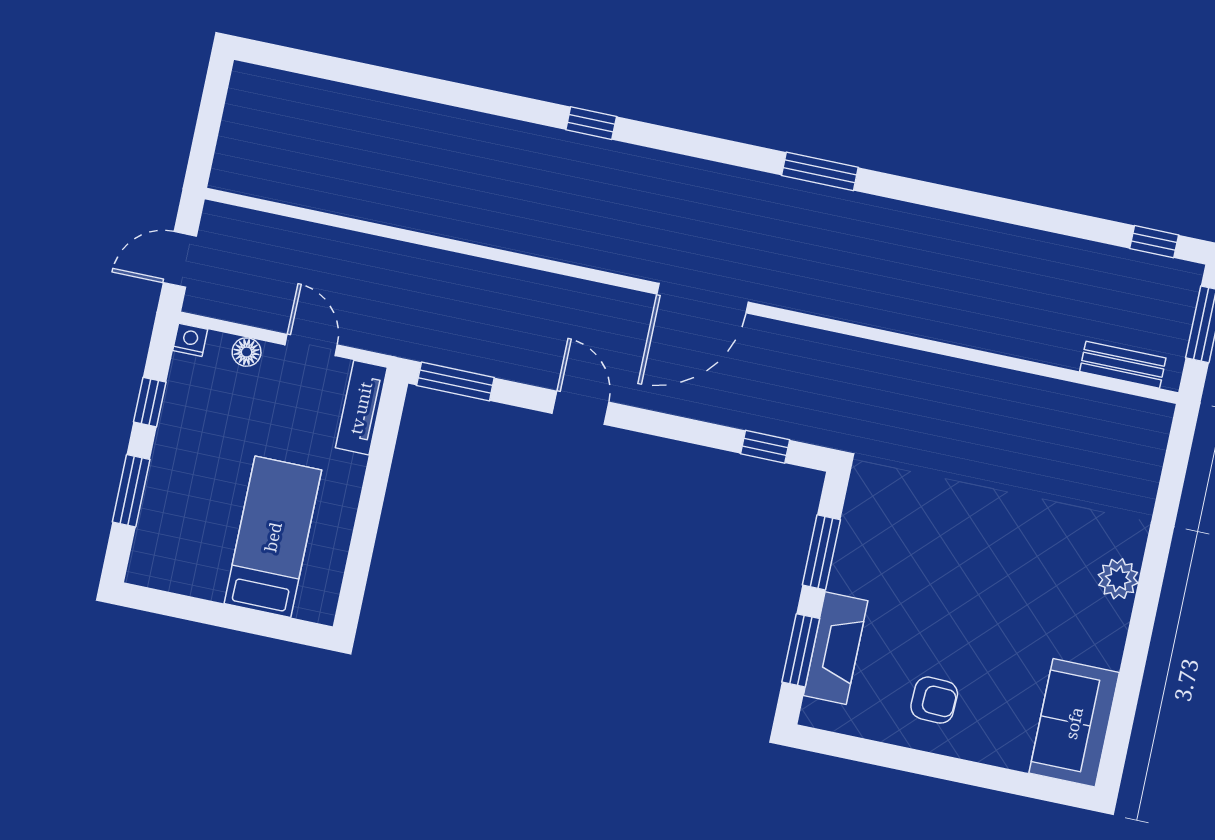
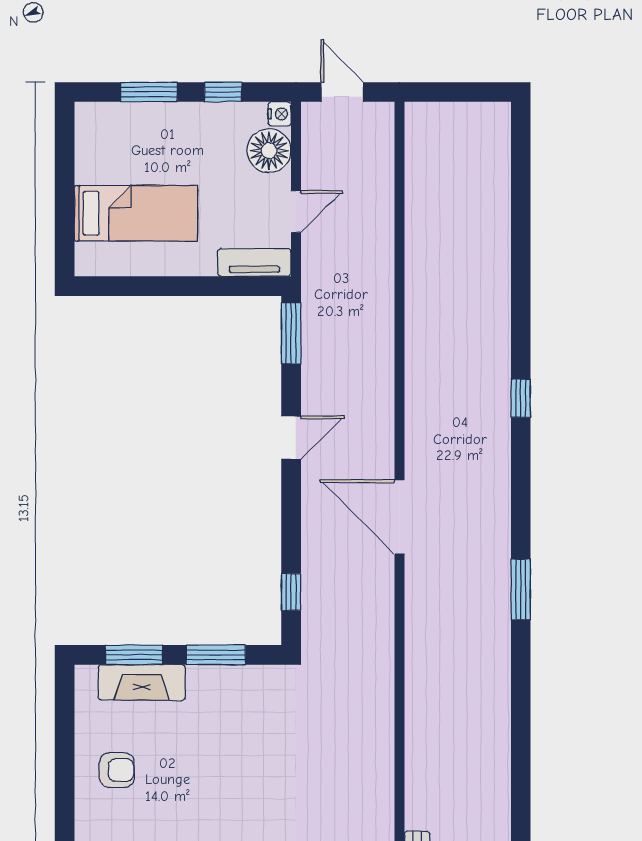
floor lamp: (247, 352) -> (269, 151), width x1.89, depth x1.89
armchair: (934, 700) -> (117, 770), turned -92

